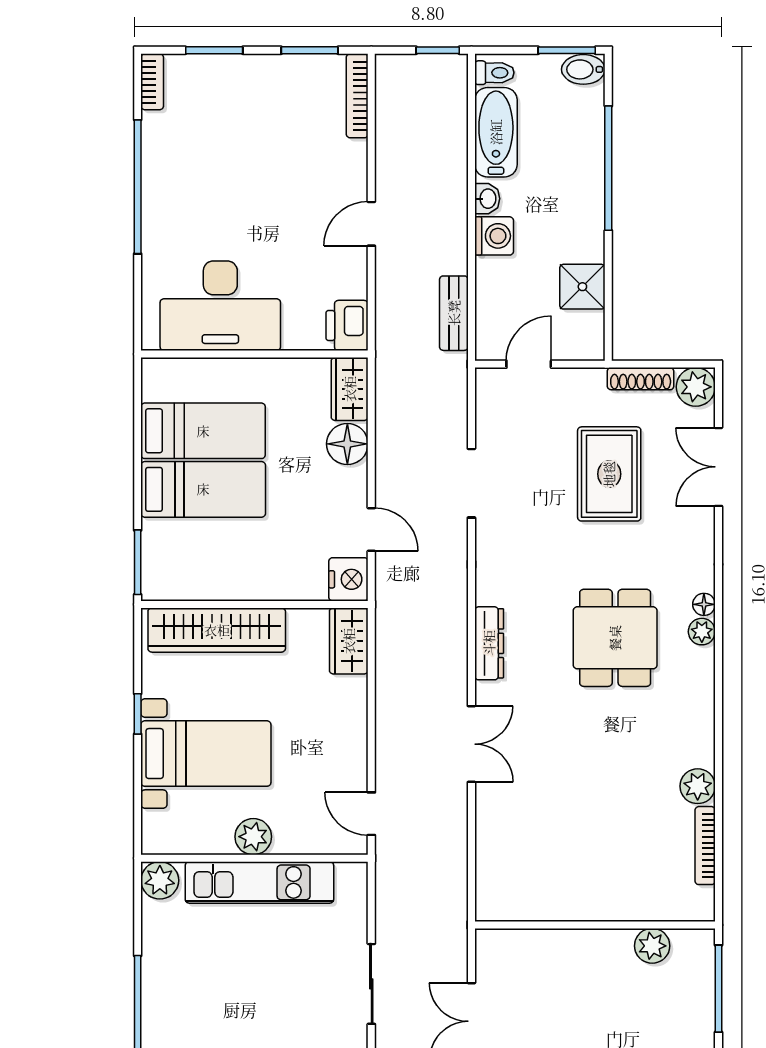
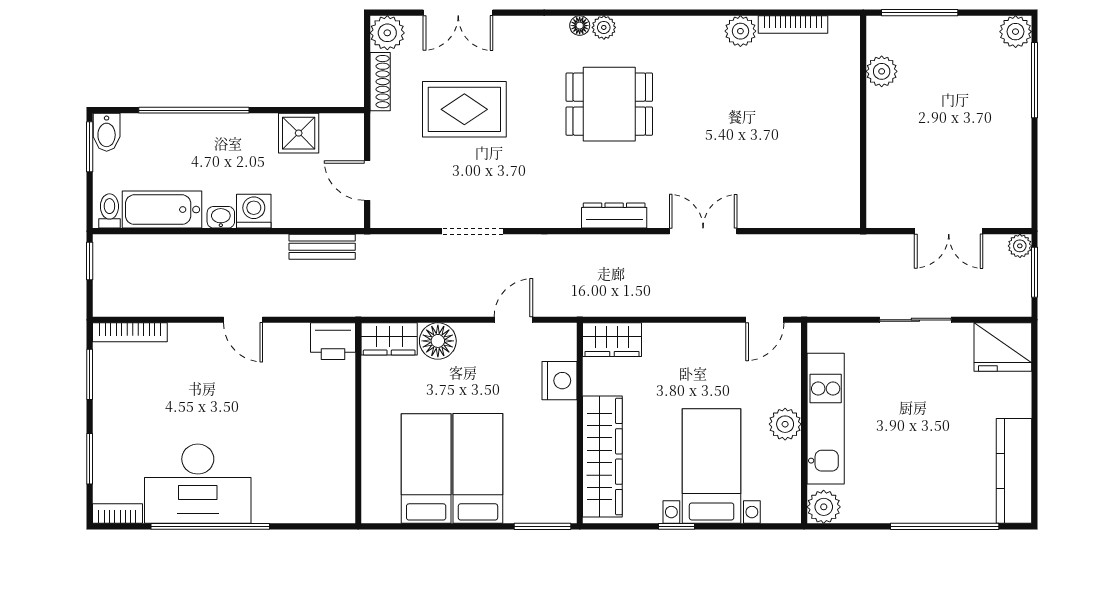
desk: (220, 306) -> (198, 484), moved, turned 90
nightstand: (348, 579) -> (560, 381), moved, turned 90

